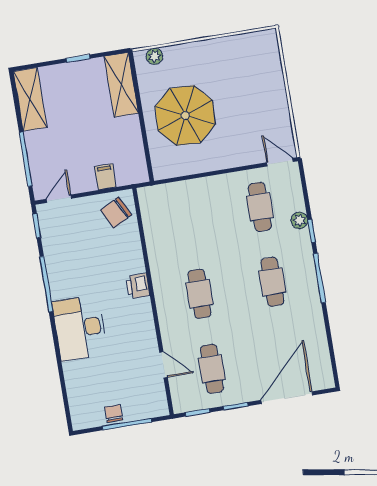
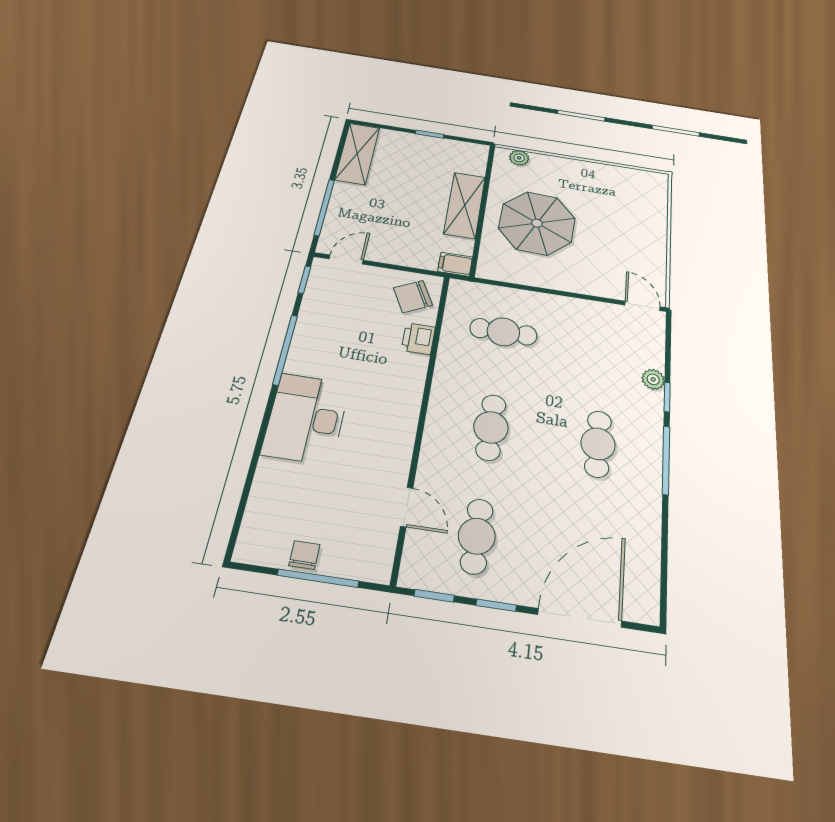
shelving: (121, 85) -> (465, 205), moved
filing cabinet: (105, 177) -> (455, 264), moved, turned -90
cafe table: (260, 207) -> (503, 332), moved, turned 90
printer: (138, 286) -> (418, 339), moved

